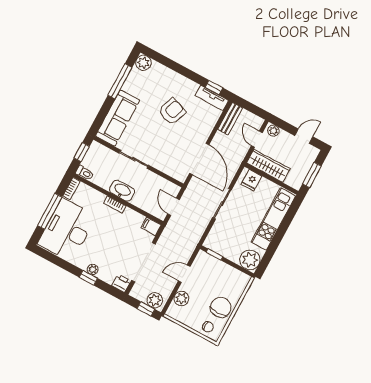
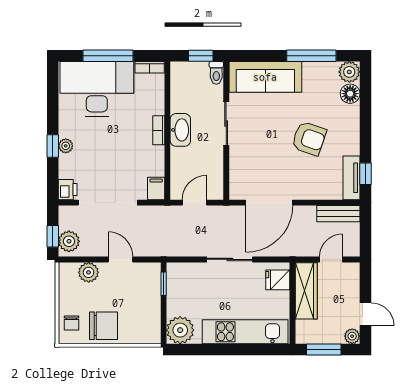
floor lamp: (158, 70) -> (350, 94), added
plant: (273, 131) -> (352, 336), moved
toilet: (85, 173) -> (216, 73), moved

